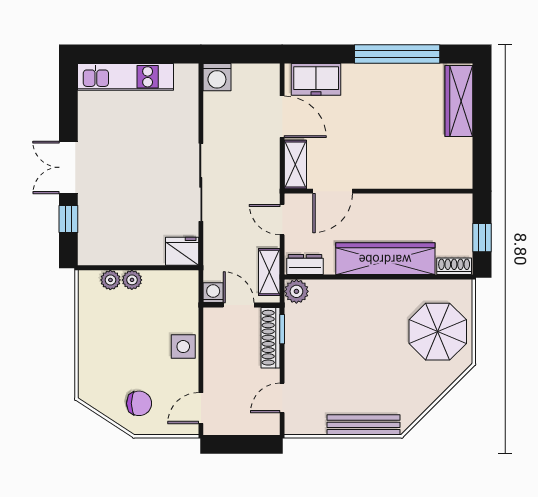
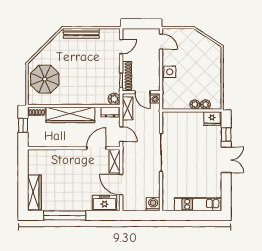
fridge: (182, 251) -> (212, 119), moved
chair: (139, 403) -> (191, 44), removed
door: (201, 408) -> (161, 42), hinge flipped

